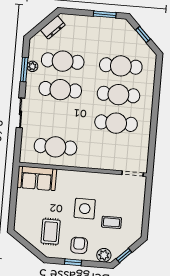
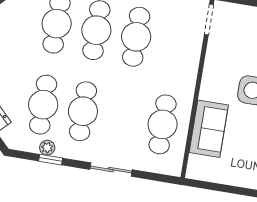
window: (24, 69) -> (51, 160), width x0.67
sofa: (37, 178) -> (209, 129), moved

